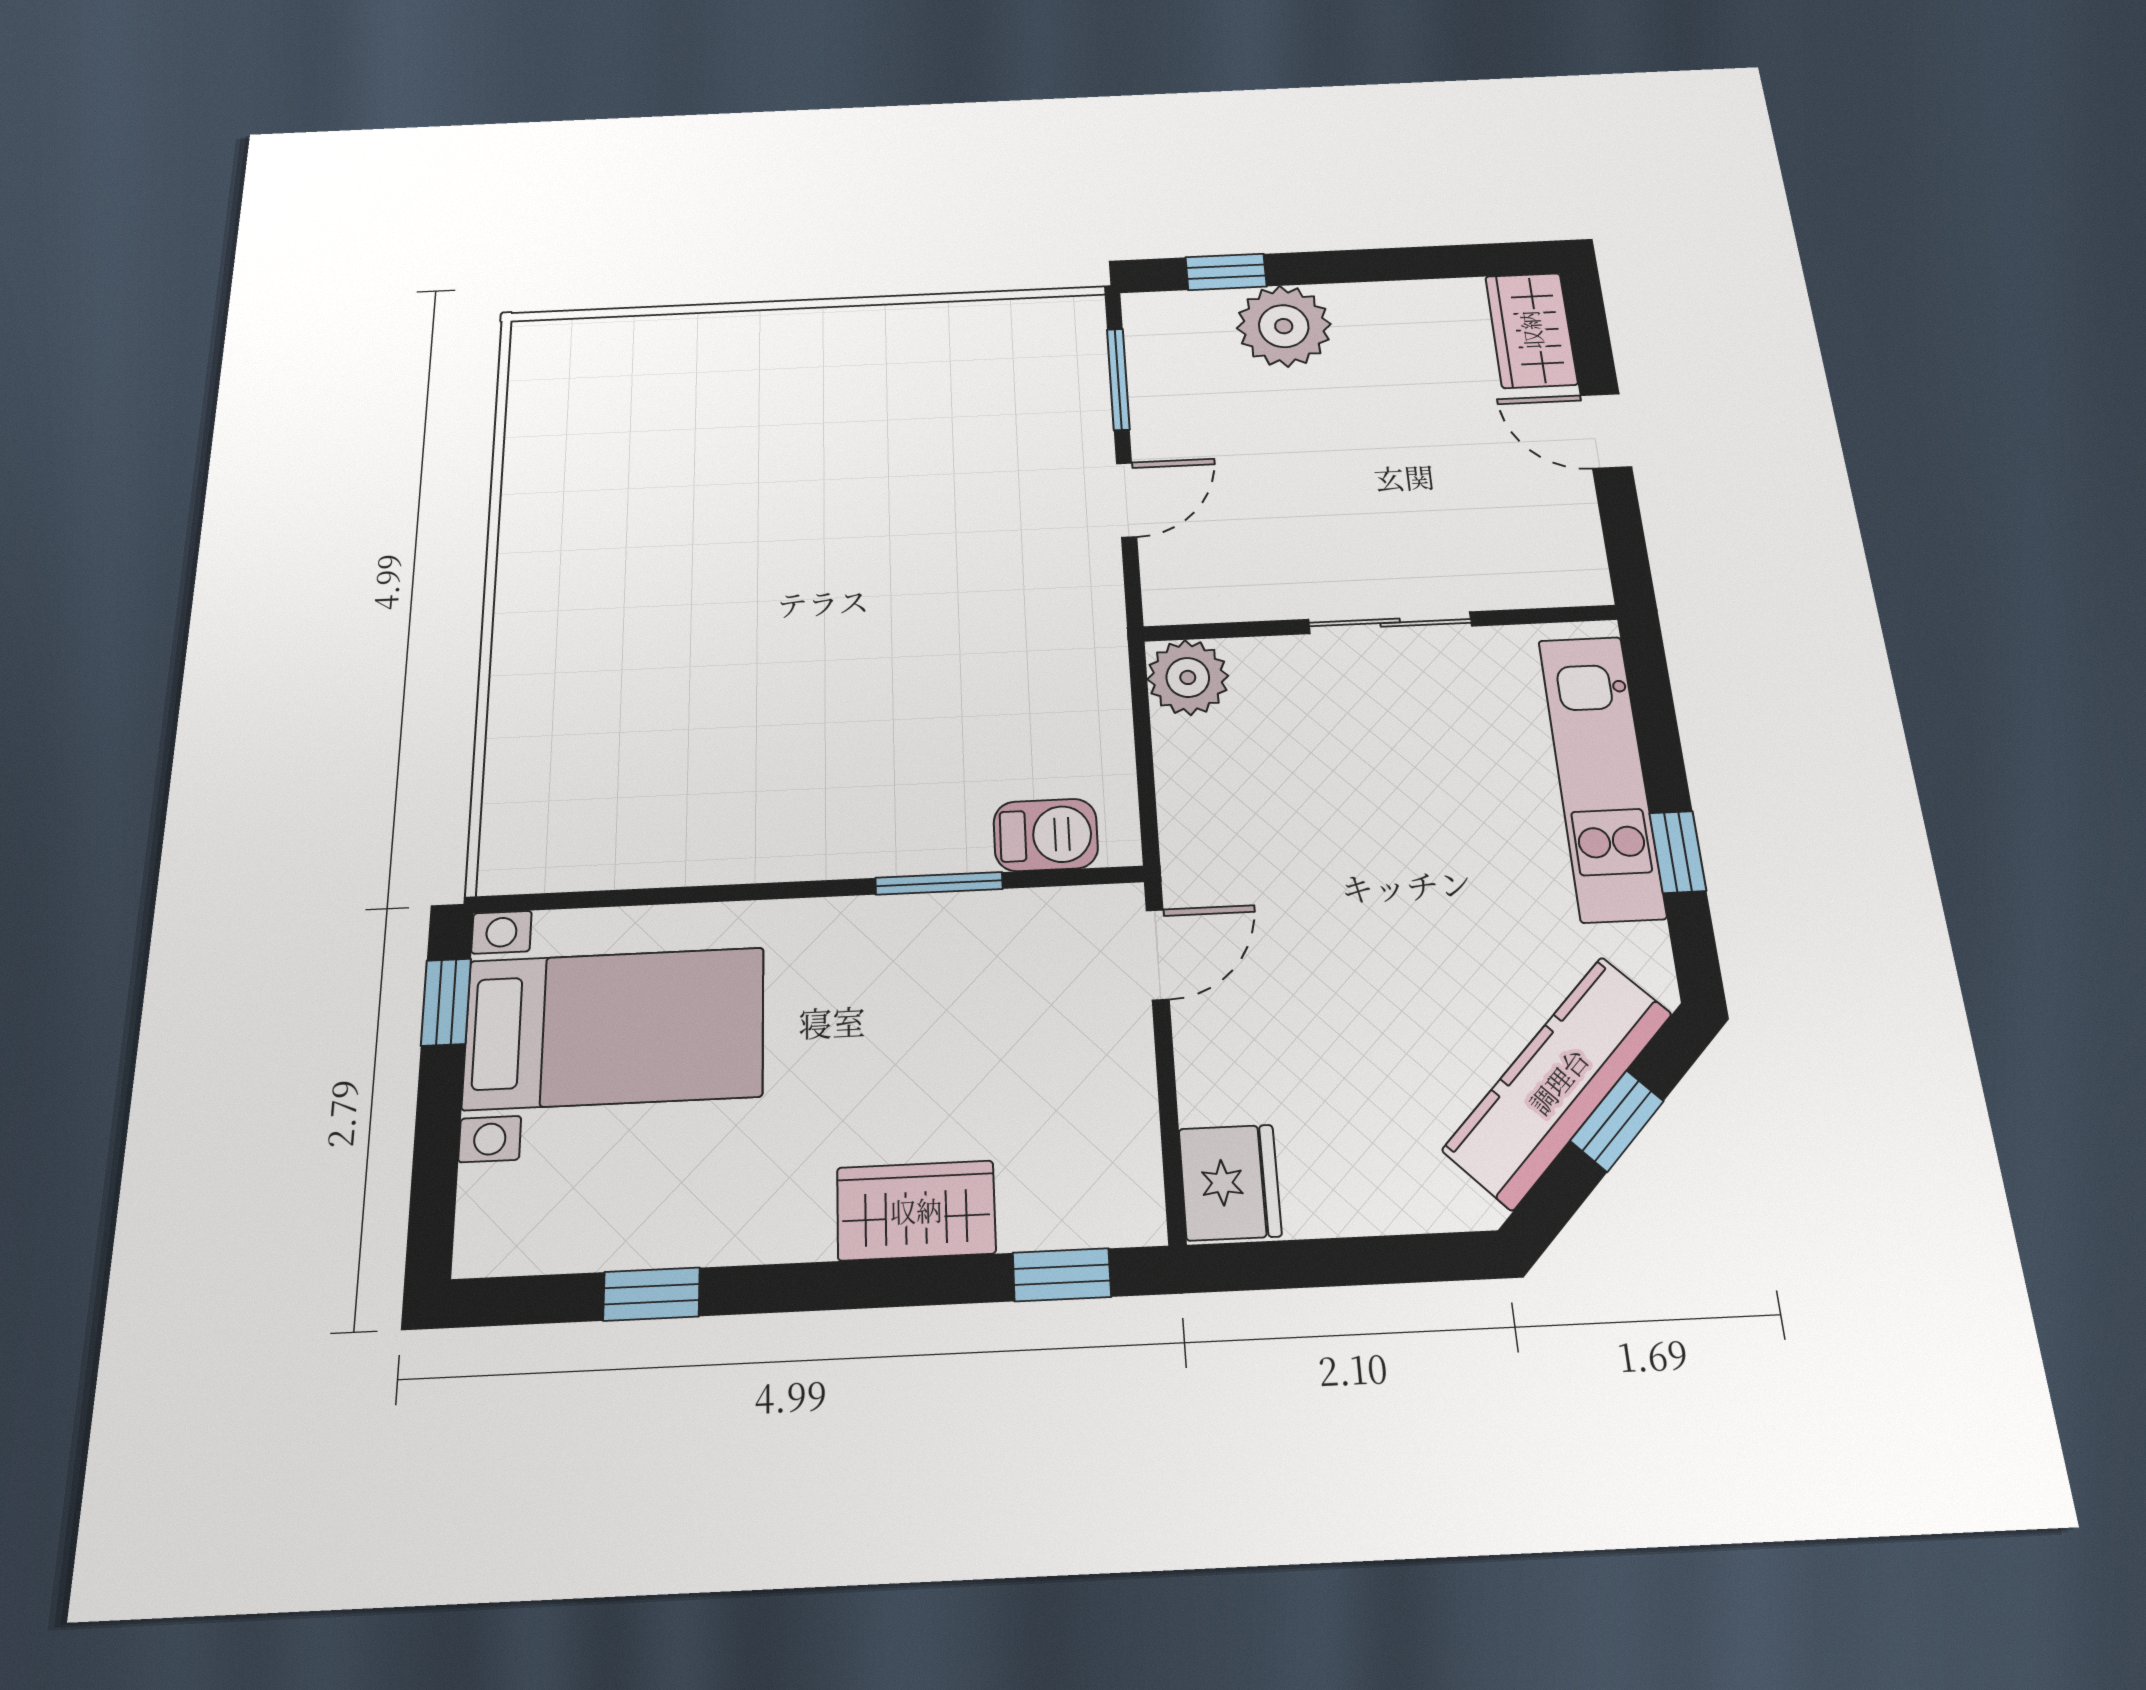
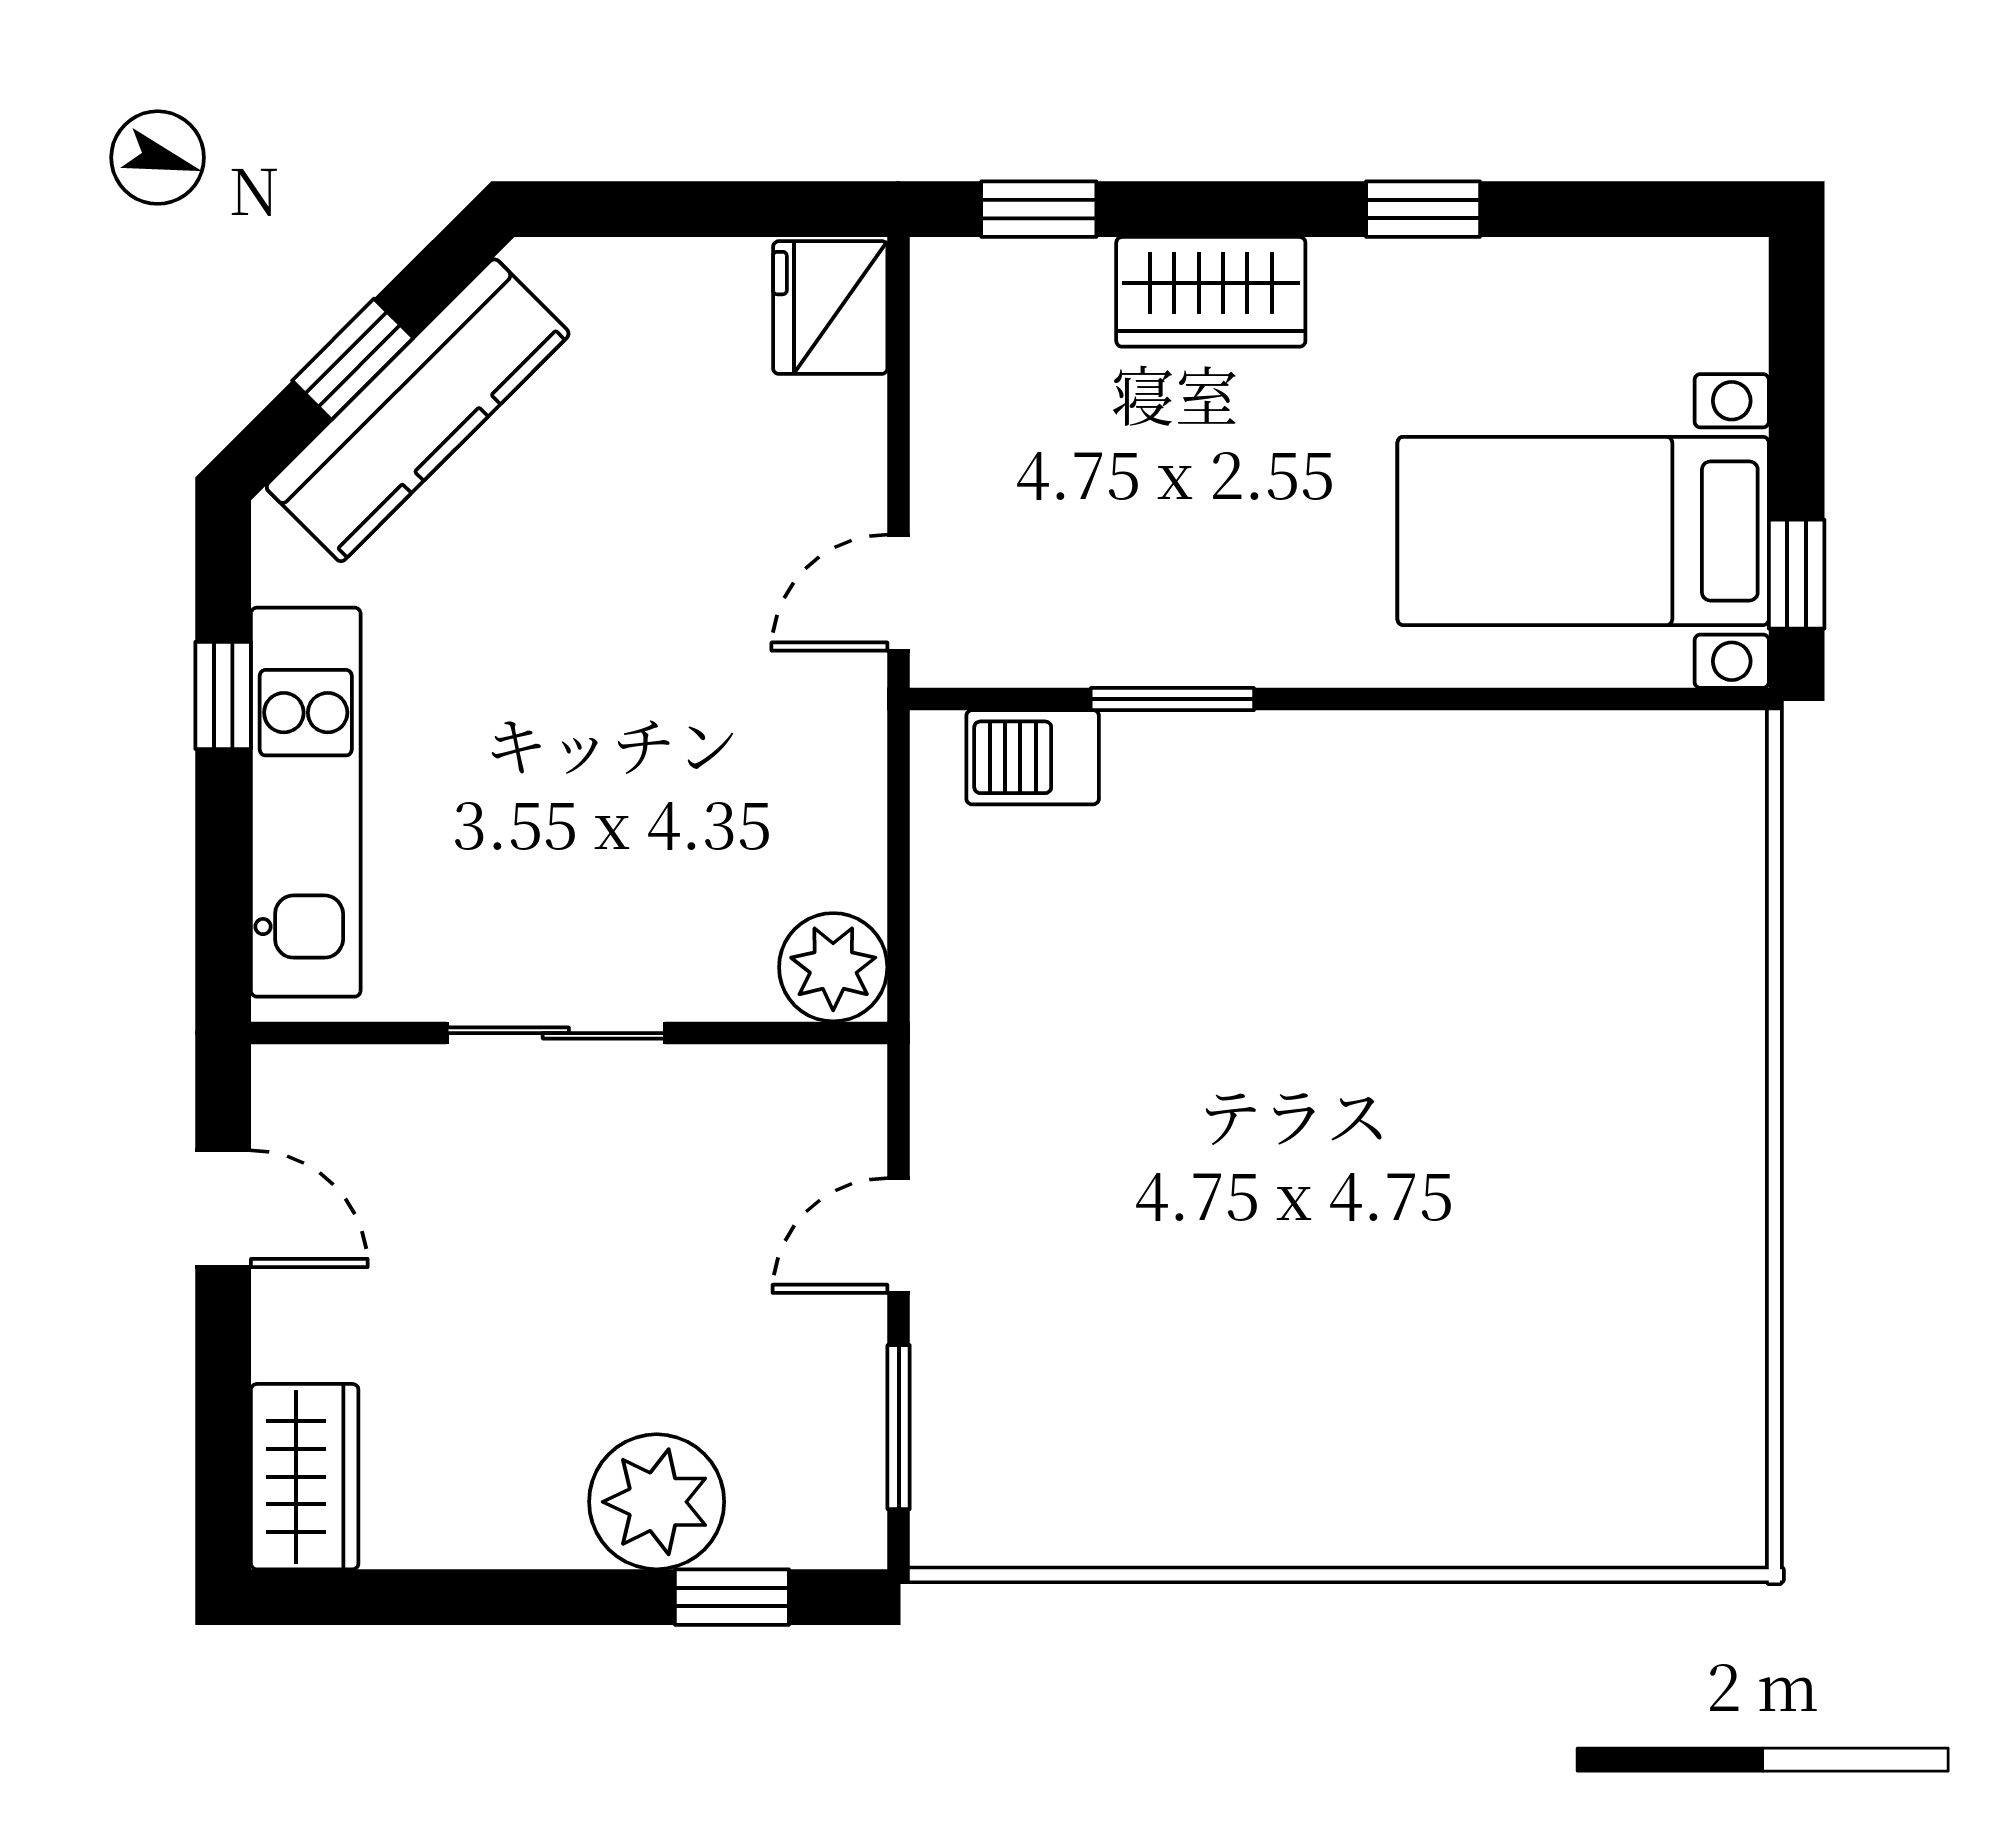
door: (1606, 431) -> (223, 1209), moved
window: (651, 1294) -> (1423, 209), moved

